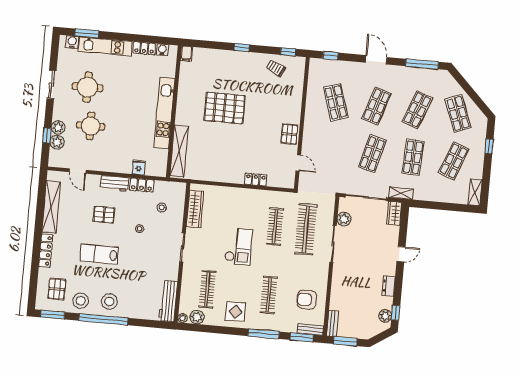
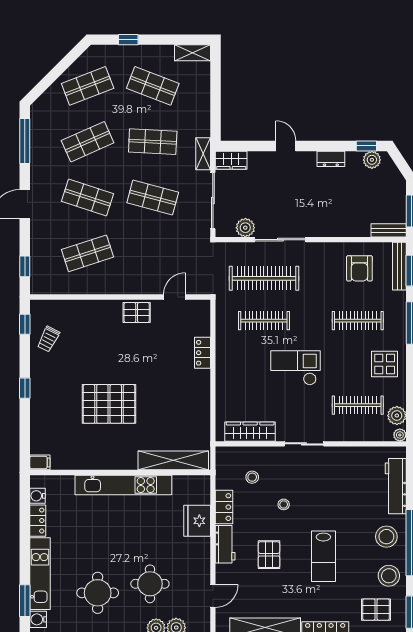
pallet: (225, 108) -> (109, 404), turned 90
shop shelf: (417, 110) -> (88, 142), turned -45
fridge: (139, 167) -> (197, 521), width x1.88, depth x1.34
workbench: (168, 301) -> (396, 486), moved, turned 90
bench: (310, 329) -> (399, 266), width x1.36

